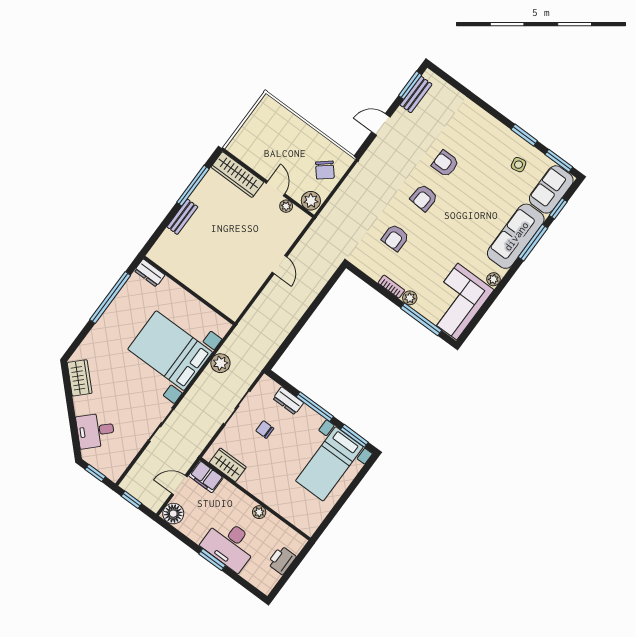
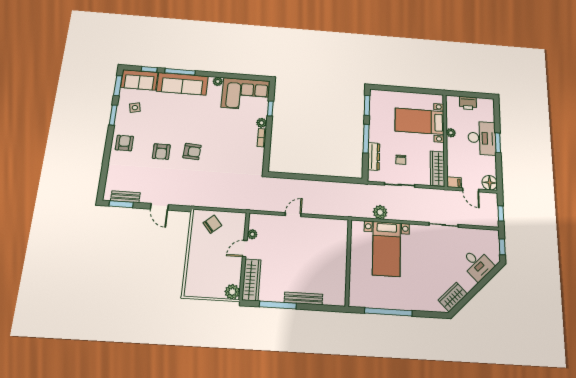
plant: (311, 201) -> (232, 292), moved
bench: (182, 217) -> (303, 298), width x1.36
armchair: (395, 238) -> (124, 143), moved, turned -90
dresser: (150, 273) -> (355, 296), removed
window: (421, 319) -> (270, 108), width x0.46
bed with nightstands: (170, 351) -> (386, 249), width x0.73
dresser: (288, 401) -> (374, 157), width x1.44
bed with nightstands: (329, 464) -> (420, 121), moved, turned 180
wardrobe: (228, 465) -> (437, 168), width x1.50
filing cabinet: (206, 477) -> (454, 182), width x0.50

